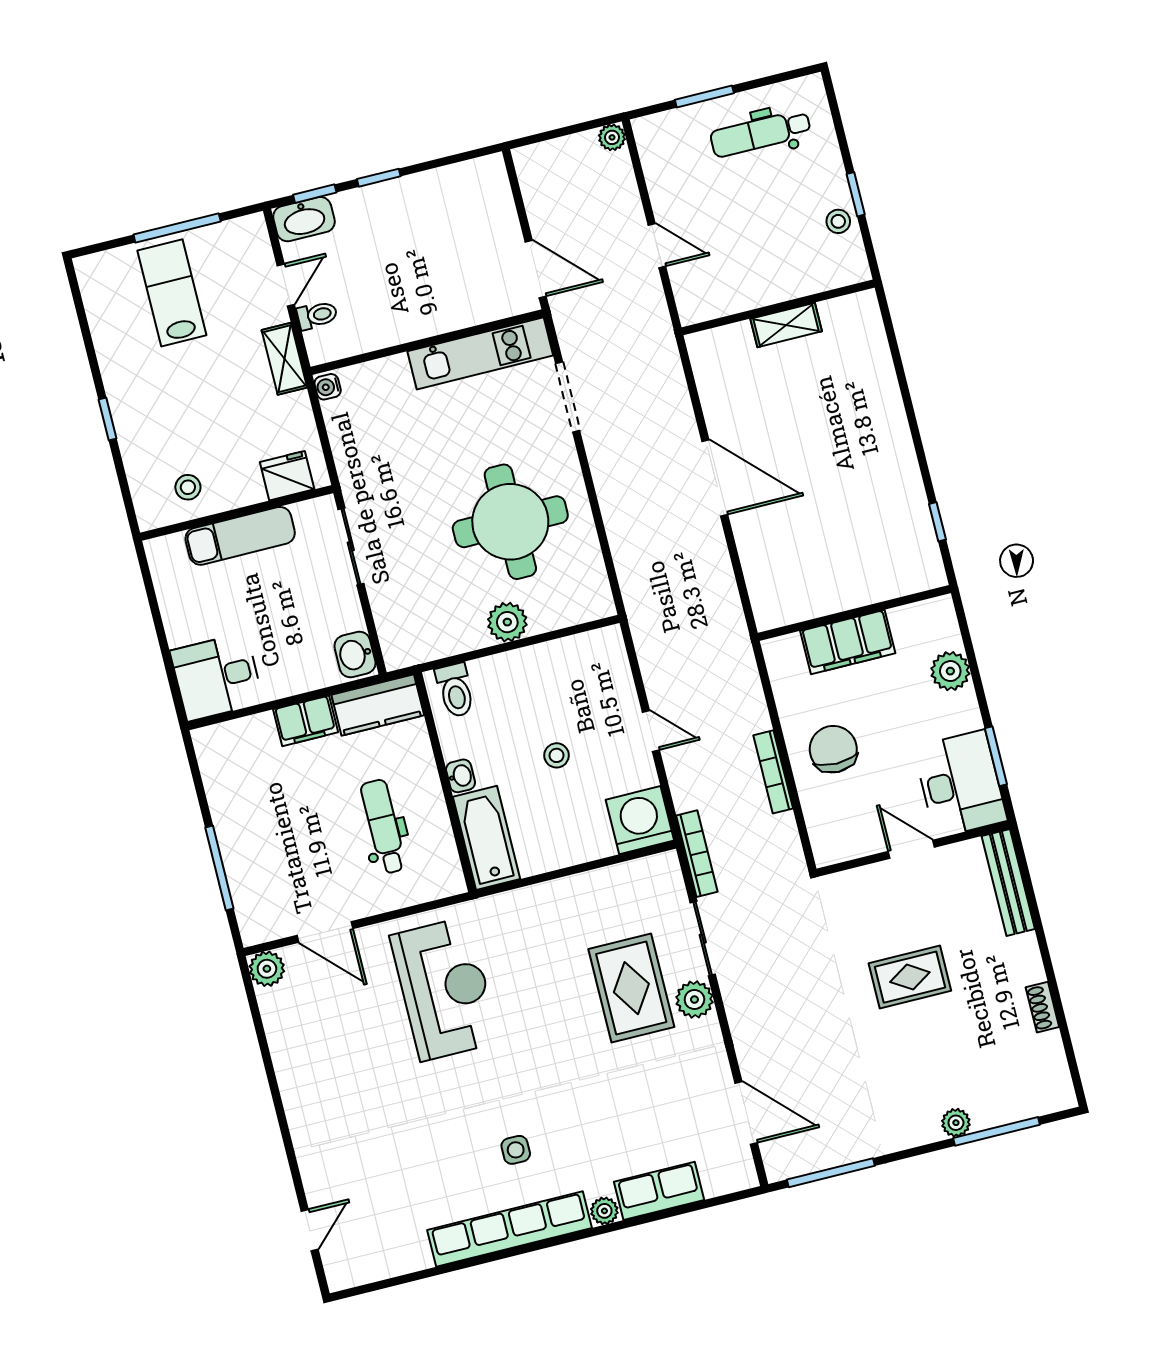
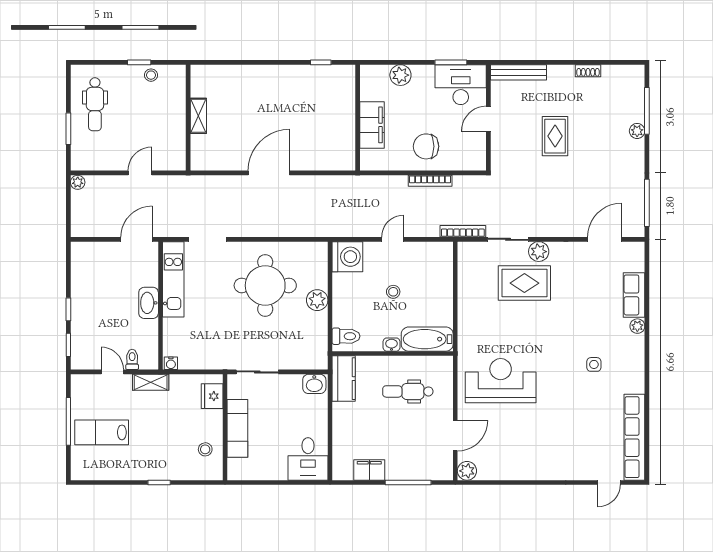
washbasin: (304, 219) -> (149, 303), moved, turned 180
filing cabinet: (306, 721) -> (369, 470), moved, turned -90
washing machine: (640, 820) -> (347, 257), moved, turned 180
row of seats: (509, 1229) -> (634, 437), moved
door: (310, 1230) -> (609, 483), swing flipped

